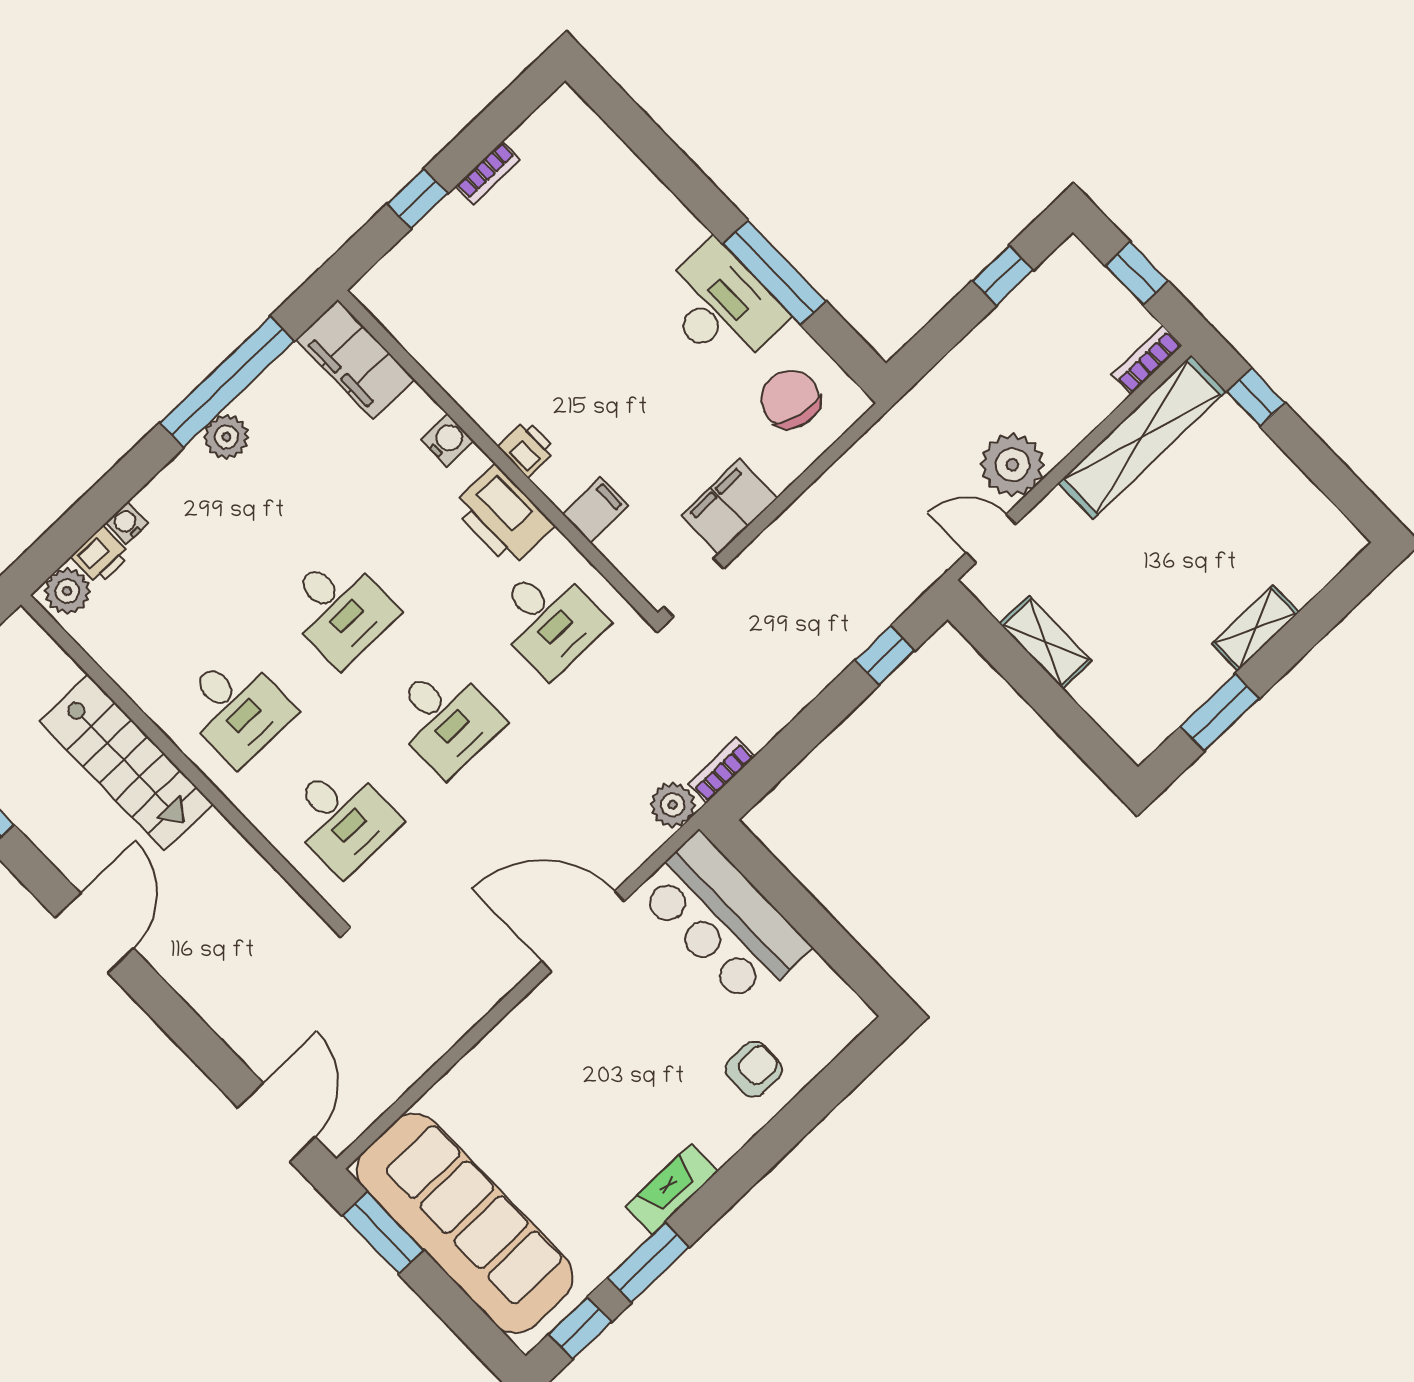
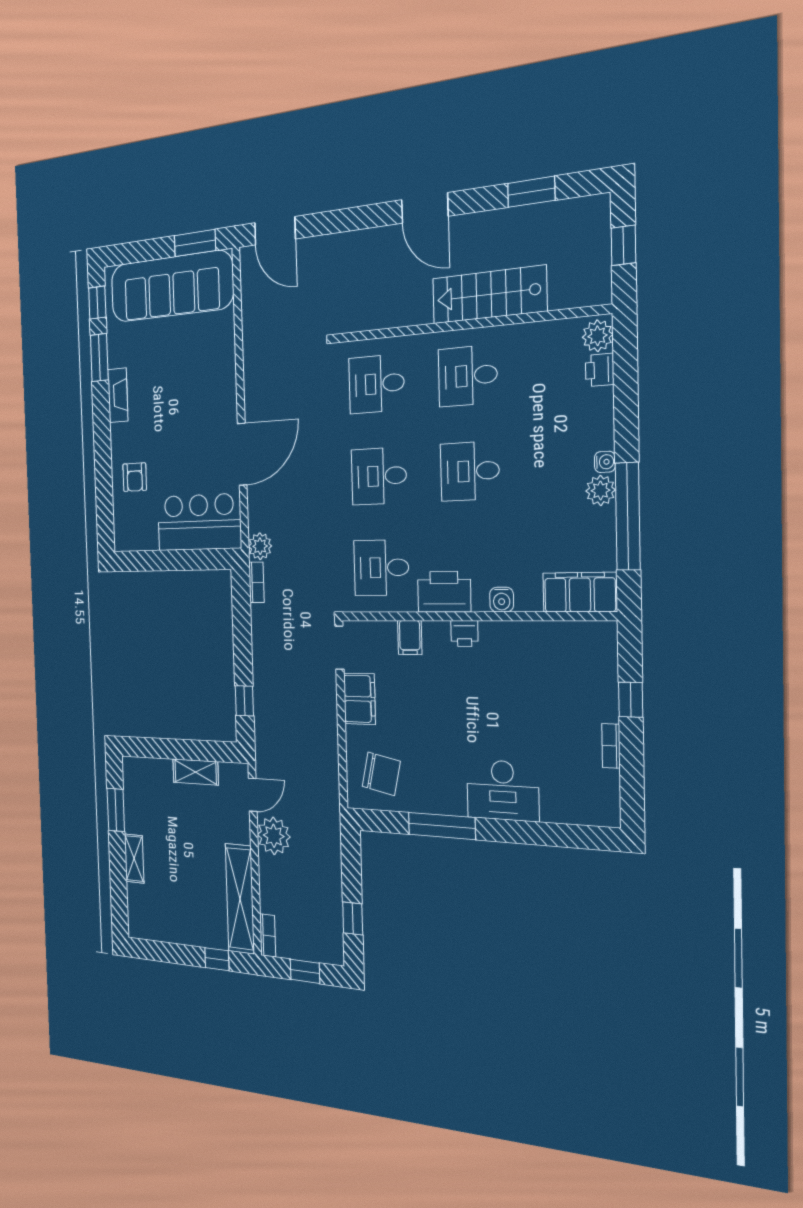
desk: (721, 307) -> (503, 790), moved
water cooler: (127, 523) -> (605, 462), moved

